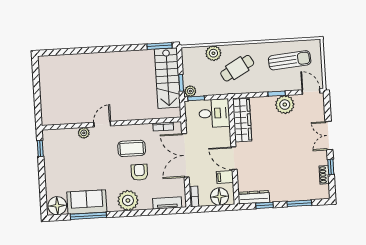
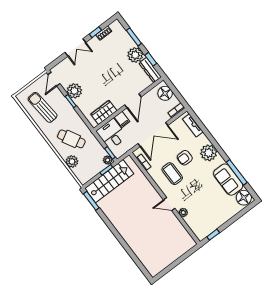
wardrobe: (242, 120) -> (104, 112), width x0.67
filing cabinet: (225, 177) -> (122, 119), moved
plant: (280, 192) -> (135, 55), added

